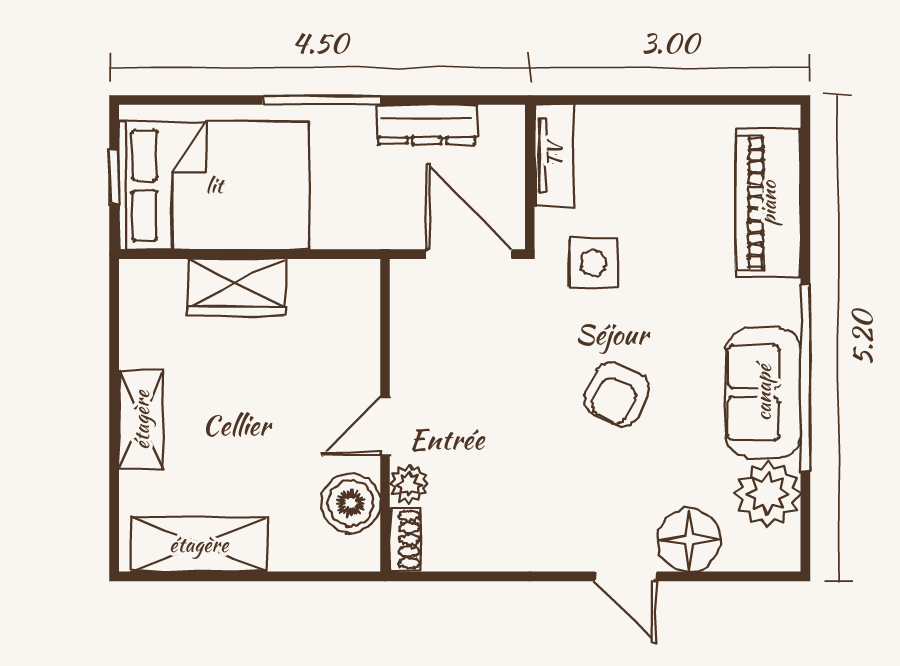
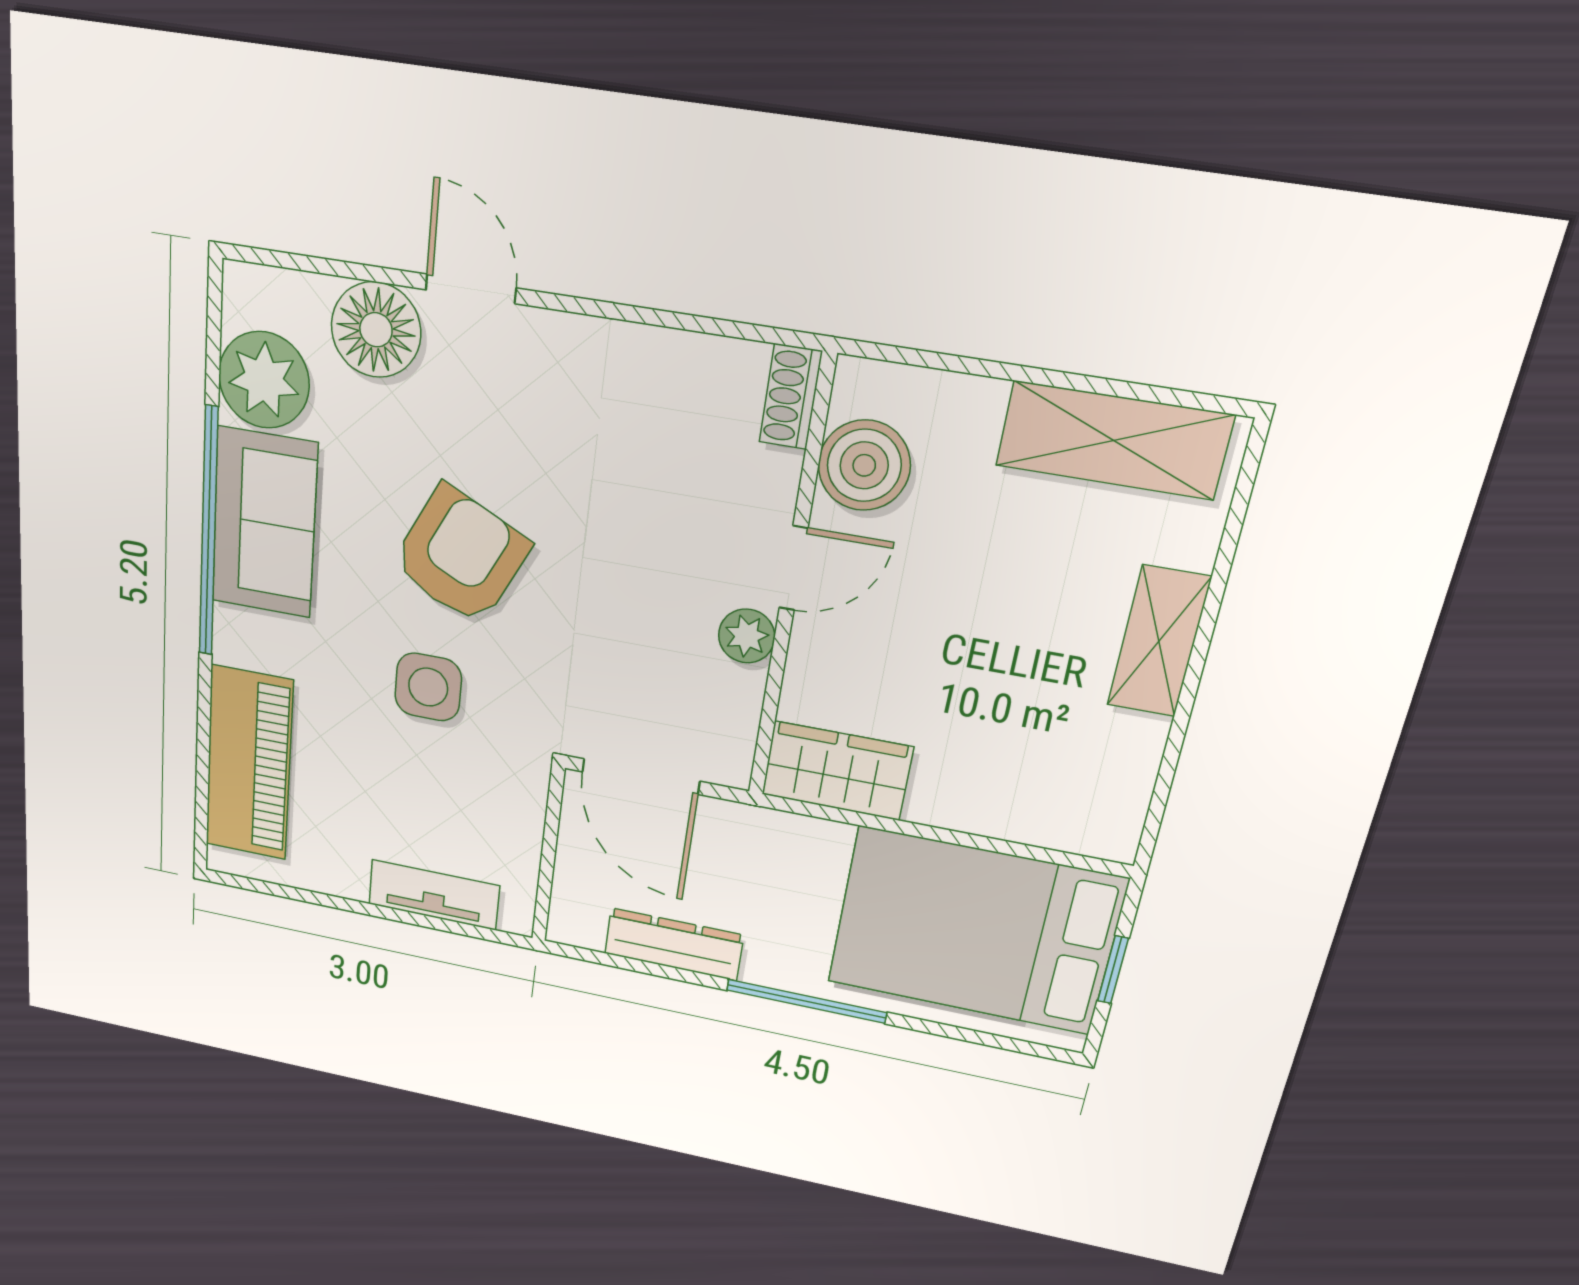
tv unit: (554, 155) -> (434, 895), moved, turned 90
side table: (593, 263) -> (428, 687), moved
wardrobe: (236, 287) -> (837, 771), moved
armchair: (617, 394) -> (461, 556), width x1.38, depth x1.38
plant: (409, 484) -> (747, 636), moved

